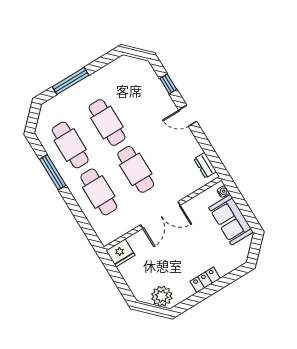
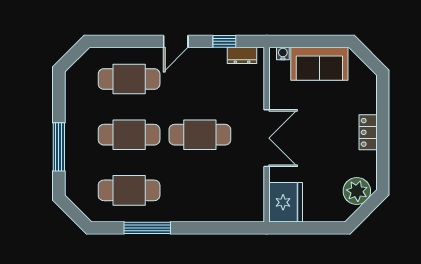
window: (168, 84) -> (224, 41), moved
cafe table: (99, 192) -> (129, 79), moved
fridge: (120, 253) -> (286, 202), width x1.36, depth x1.34

